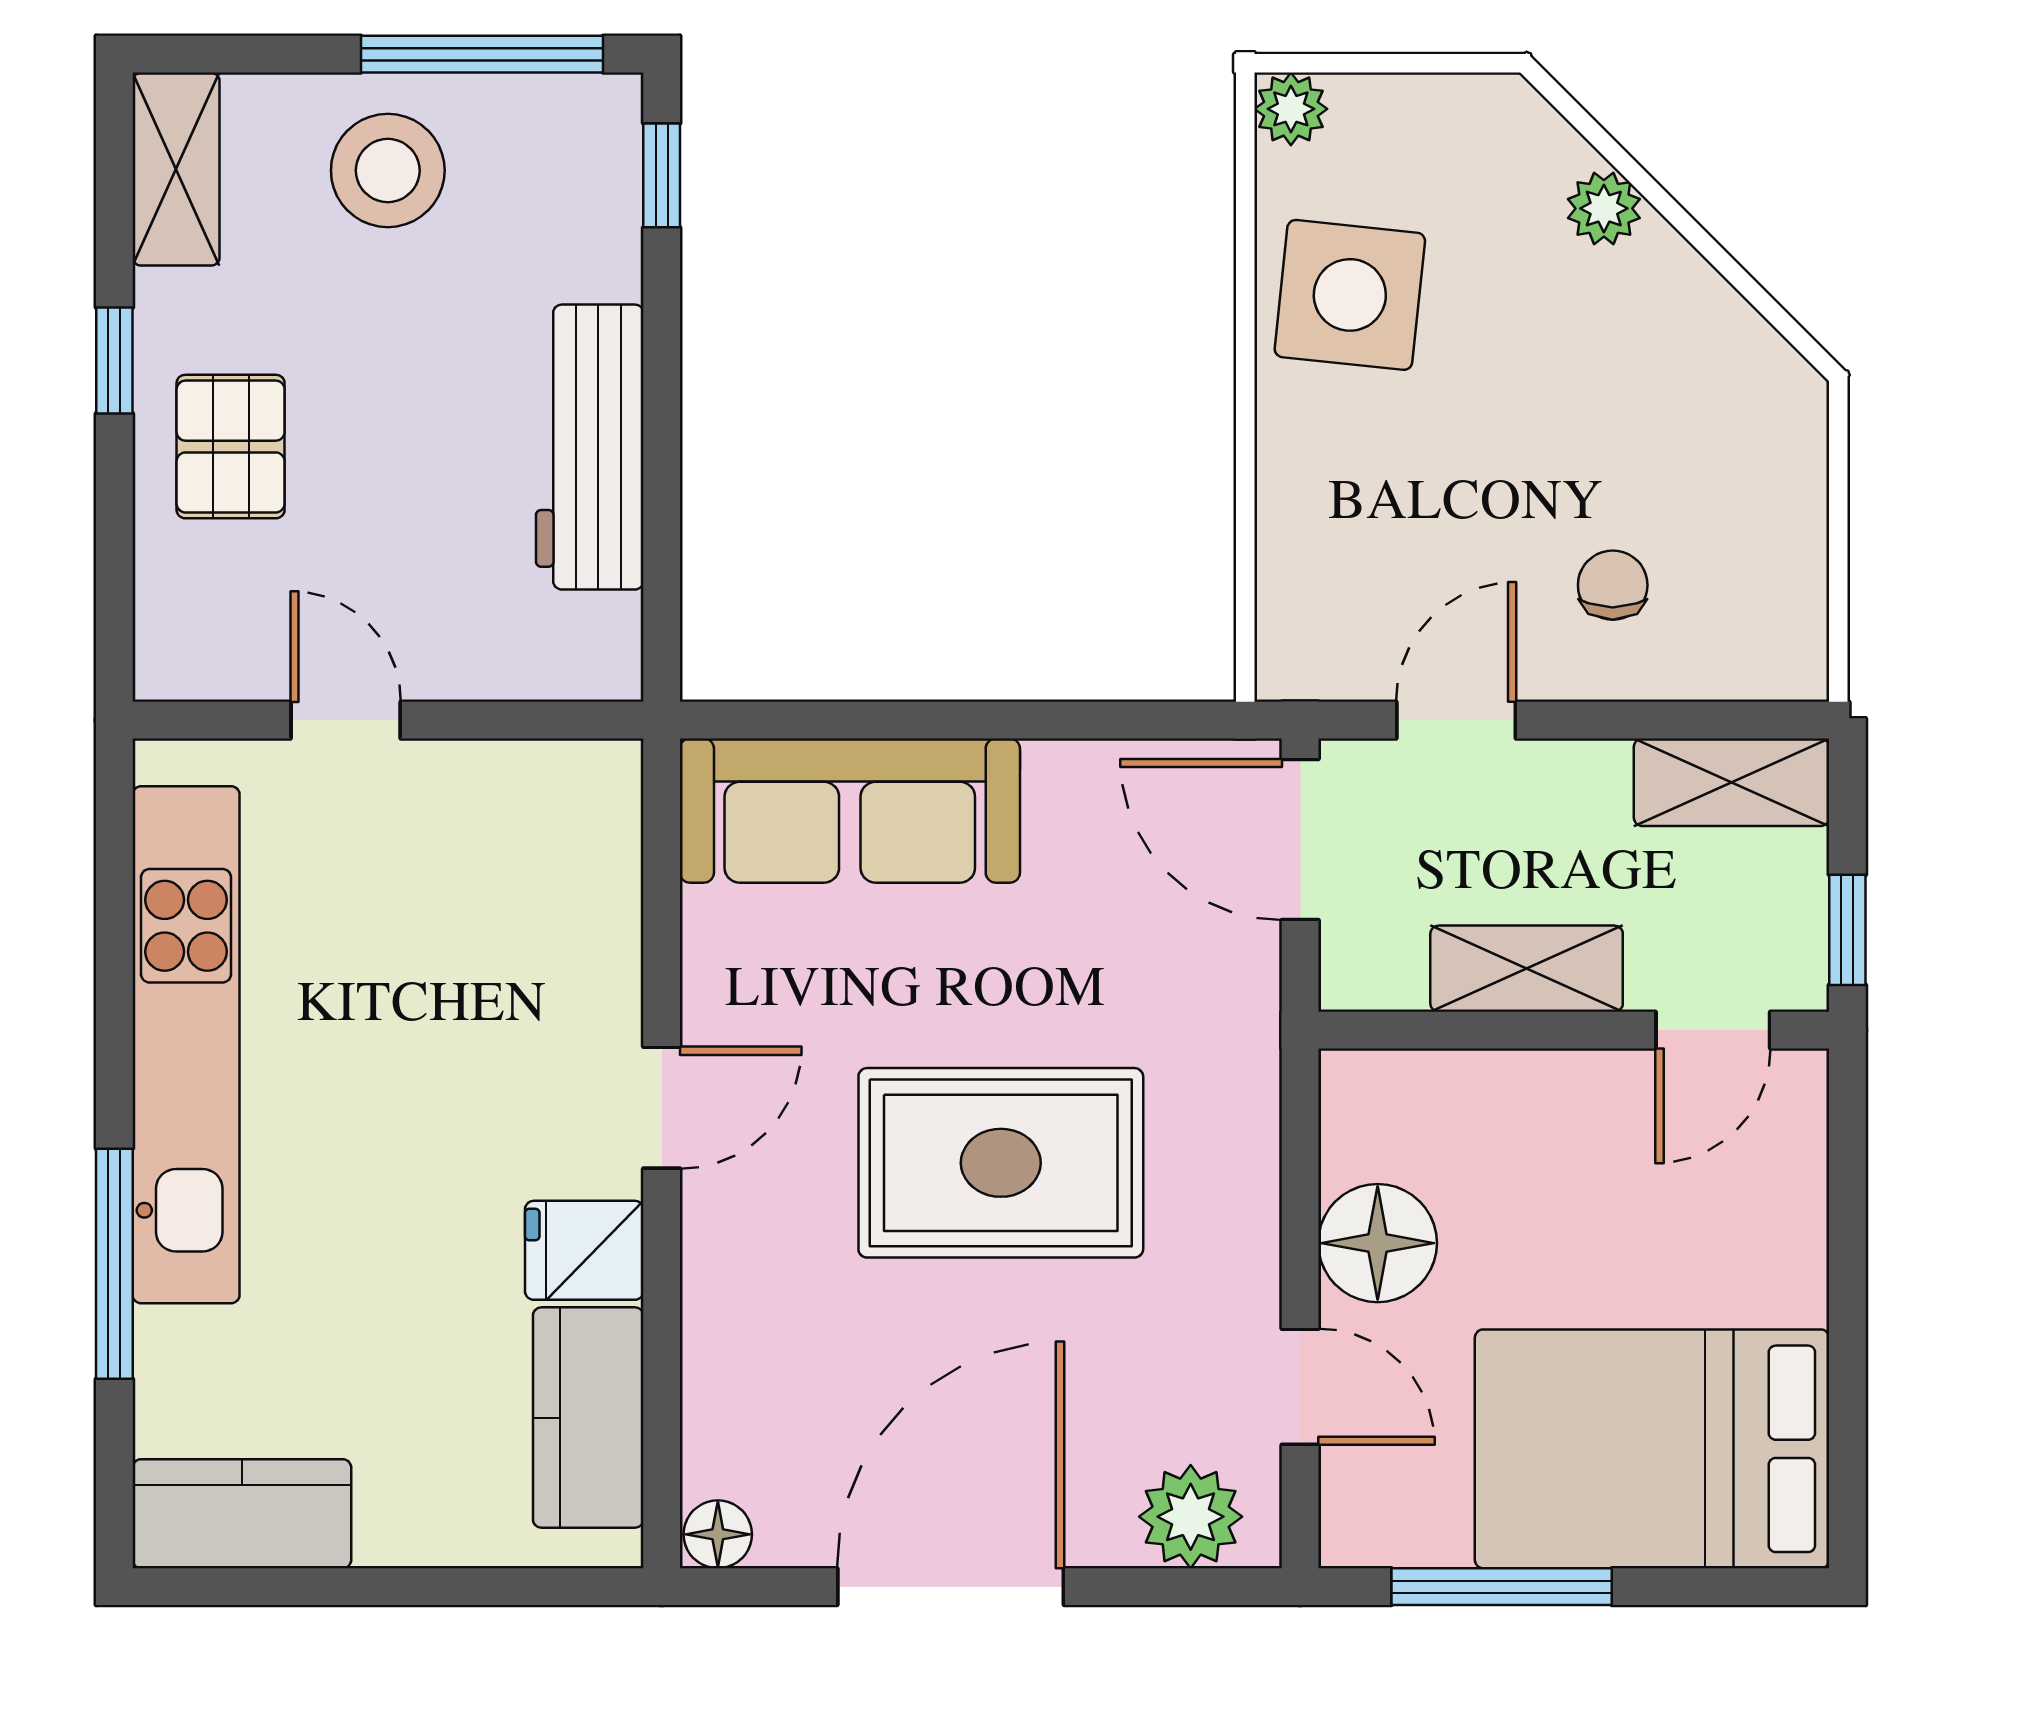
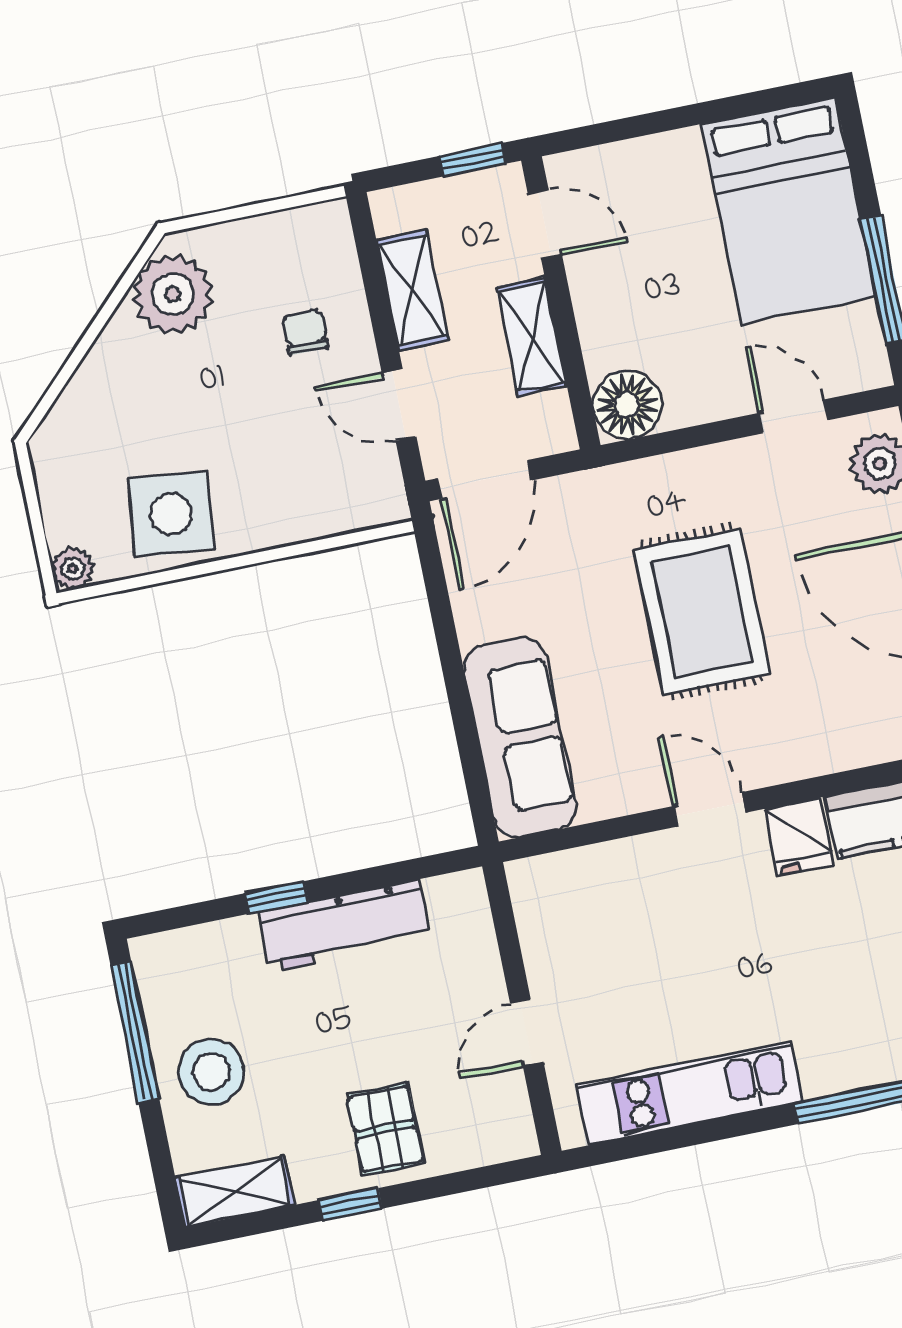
window: (662, 175) -> (277, 897), moved
plant: (1604, 208) -> (173, 294), moved, width x1.88, depth x1.88
pallet: (231, 447) -> (385, 1129), turned 90
chair: (1613, 585) -> (305, 332), turned 90
shelving: (1732, 782) -> (412, 290), moved
kitchen unit: (186, 1045) -> (690, 1093), width x0.73
floor lamp: (1378, 1243) -> (627, 405), moved
door: (1300, 1387) -> (794, 416), hinge flipped

